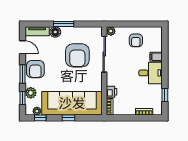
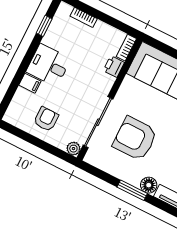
armchair: (77, 55) -> (135, 139), turned -90

